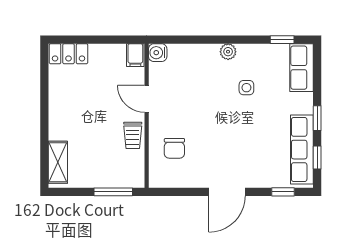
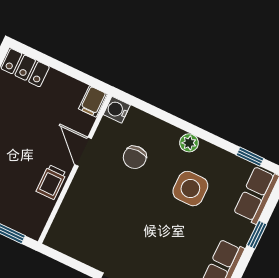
side table: (246, 88) -> (190, 189), width x1.87, depth x1.87
window: (317, 118) -> (257, 235), moved
chair: (174, 148) -> (135, 157), moved

